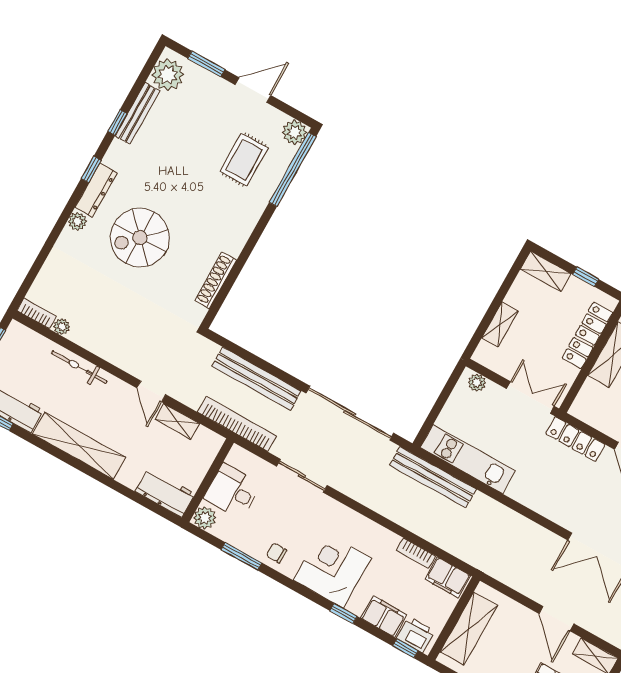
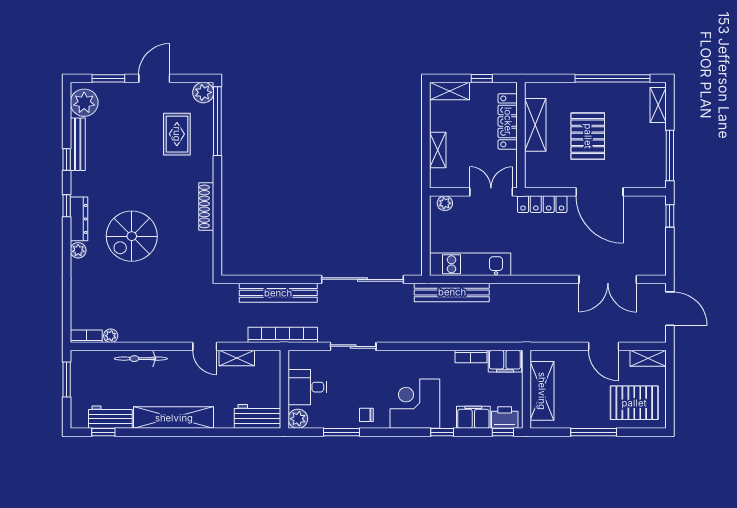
shoe rack: (216, 280) -> (206, 206), moved

